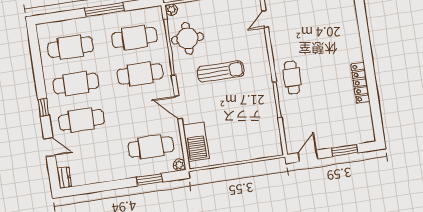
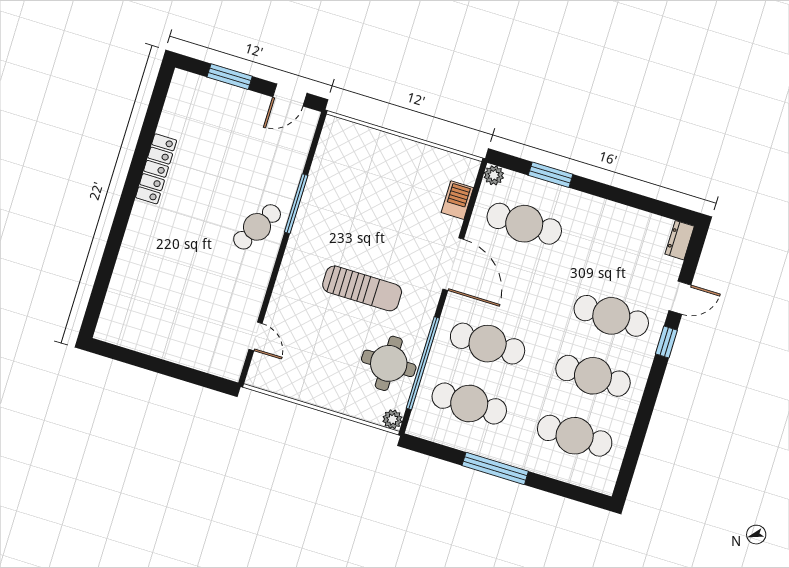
door: (265, 19) -> (256, 336), hinge flipped
sun lounger: (221, 71) -> (362, 288), turned 180
cafe table: (292, 78) -> (257, 227), turned 30
window: (44, 107) -> (666, 342), moved
door: (178, 107) -> (453, 264), width x1.36
barbecue: (196, 142) -> (457, 200), width x0.53, depth x0.65
door: (49, 147) -> (680, 298), swing flipped

